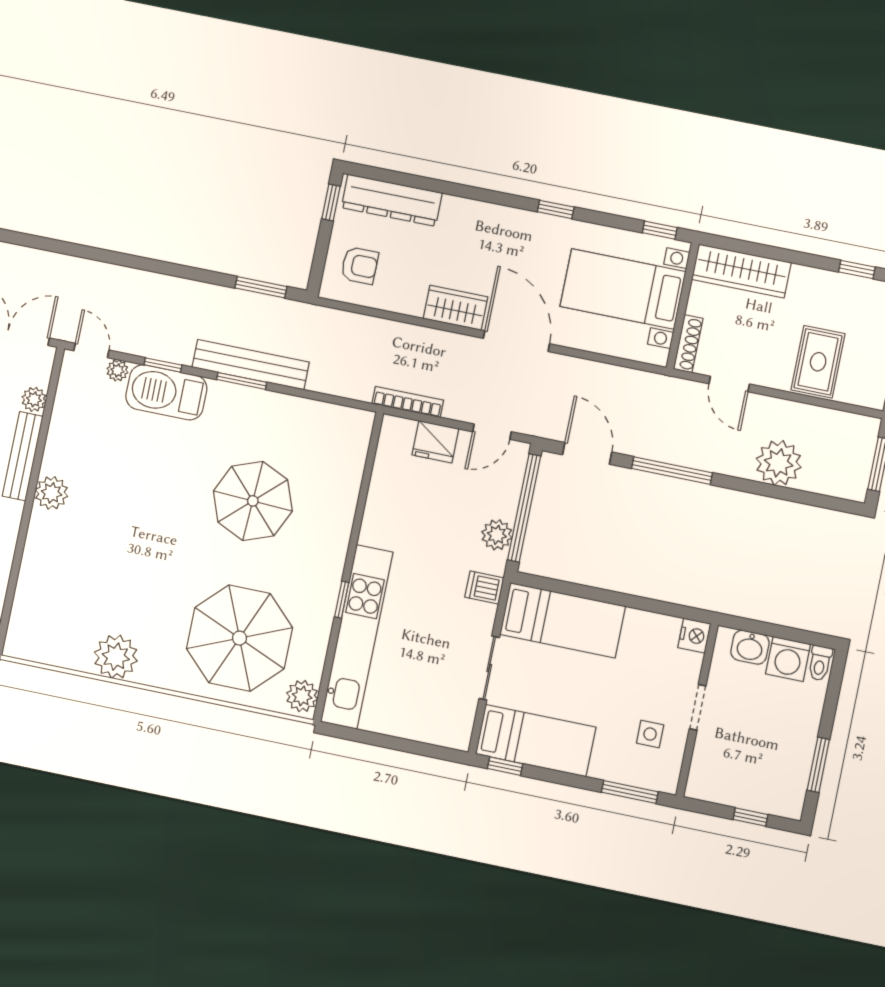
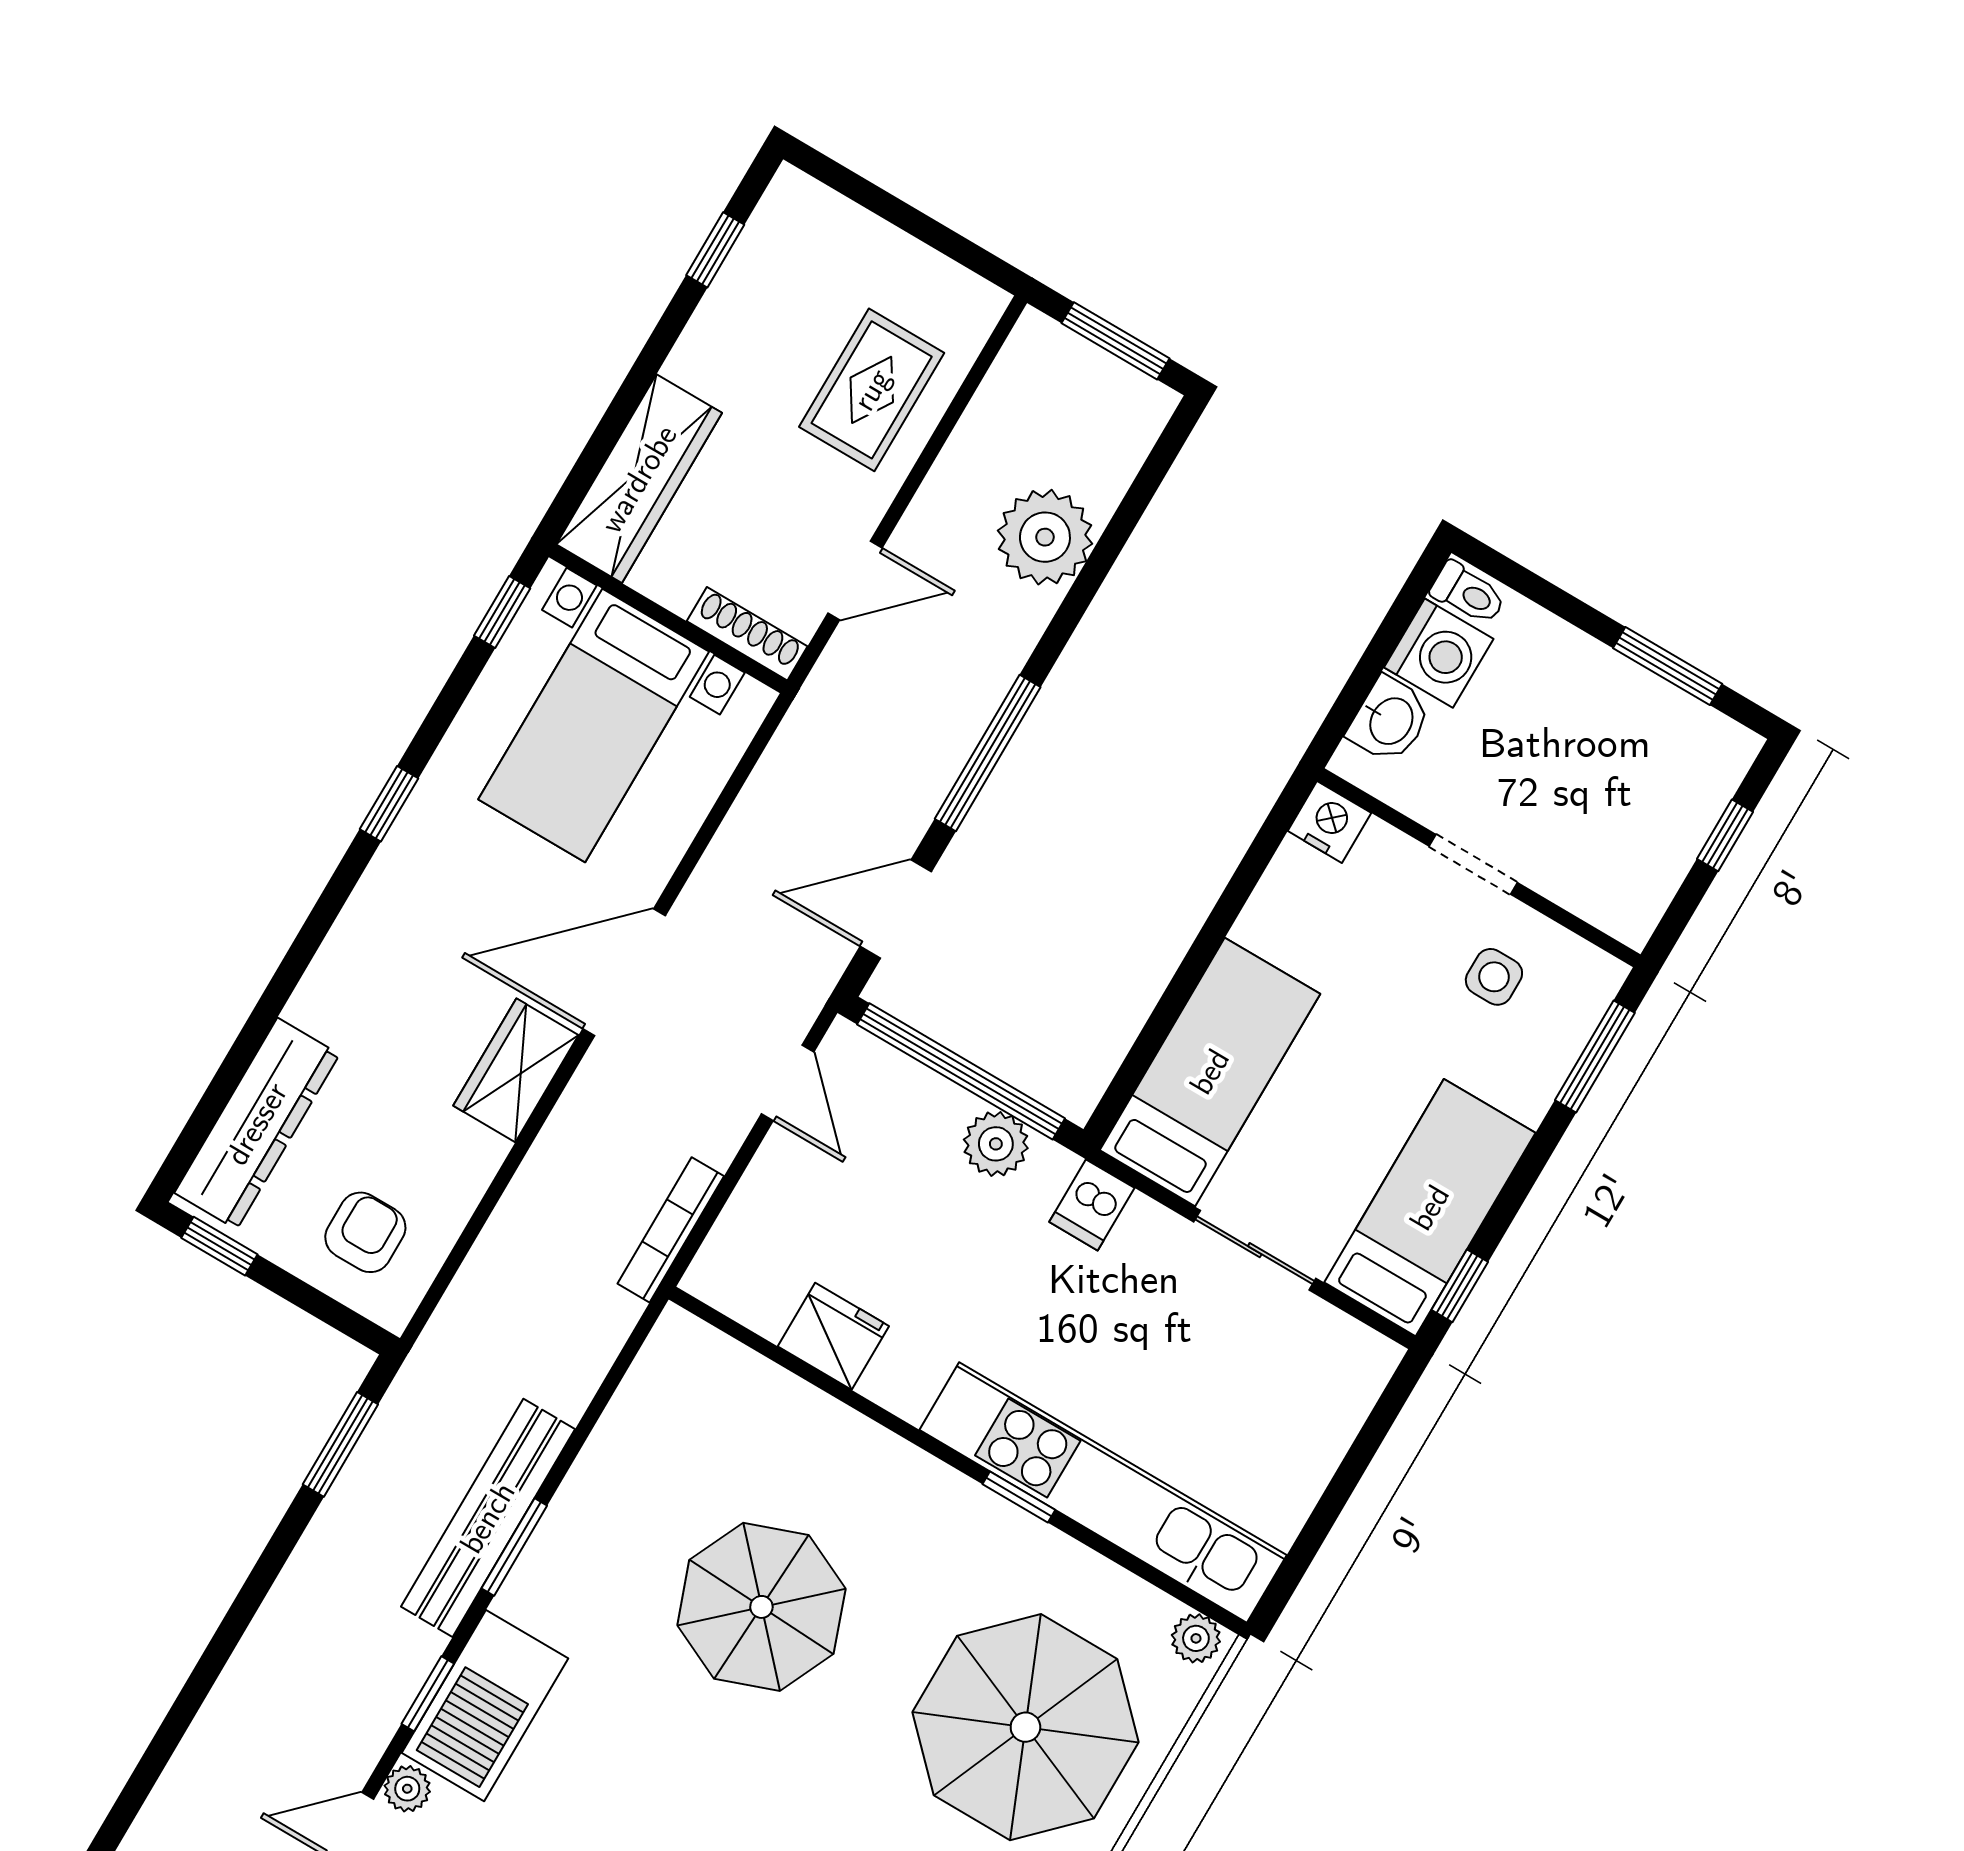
rug: (818, 362) -> (872, 390), turned 90
fridge: (435, 442) -> (833, 1336), moved, turned -90
plant: (302, 696) -> (1196, 1638), width x0.73, depth x0.73

